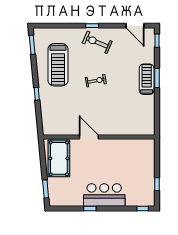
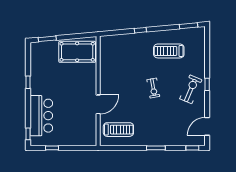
treadmill: (58, 65) -> (169, 51), width x0.73, depth x0.73
treadmill: (147, 79) -> (118, 130), moved
door: (89, 137) -> (98, 104), moved
bar counter: (104, 195) -> (41, 116), moved

